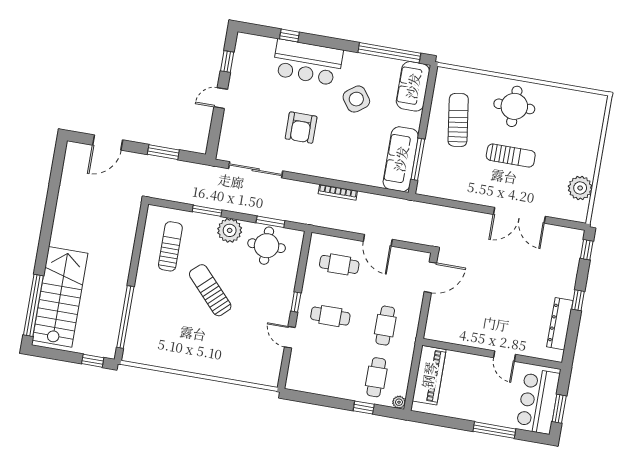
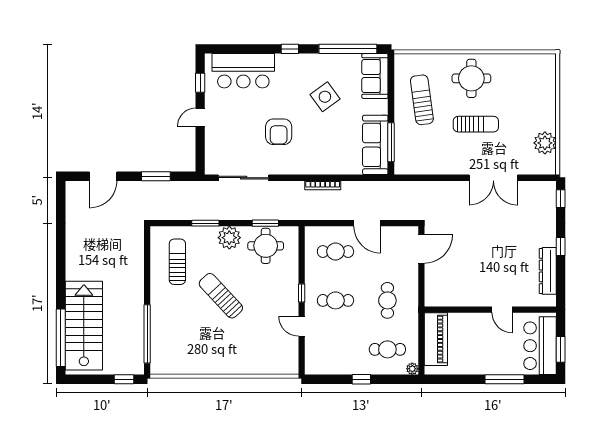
window: (289, 36) -> (290, 49), moved
bar counter: (308, 62) -> (243, 71), moved
cafe table: (376, 377) -> (387, 349), turned 90
window: (364, 408) -> (361, 379), moved

